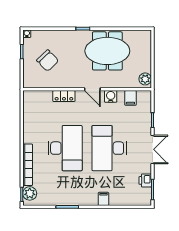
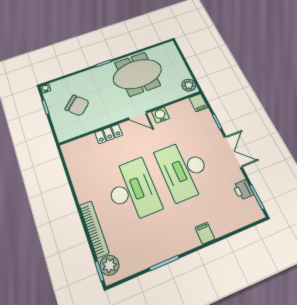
filing cabinet: (130, 98) -> (198, 103), moved

